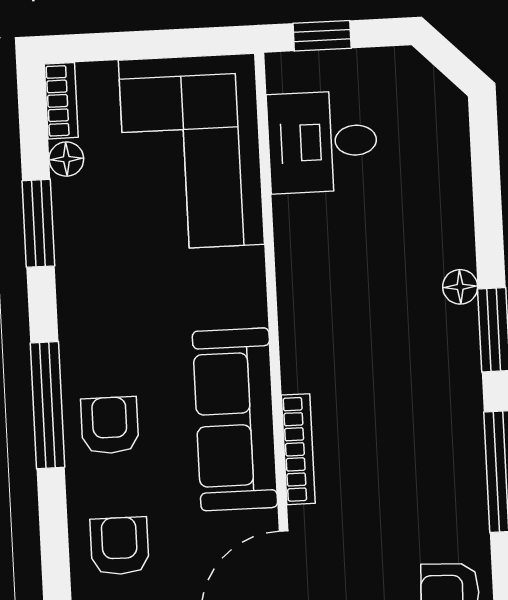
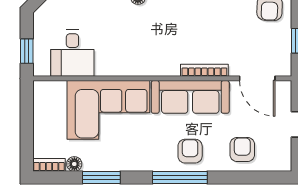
corner sofa: (191, 152) -> (108, 110), moved
armchair: (110, 425) -> (190, 151), turned 90
armchair: (120, 546) -> (242, 150), turned 90

